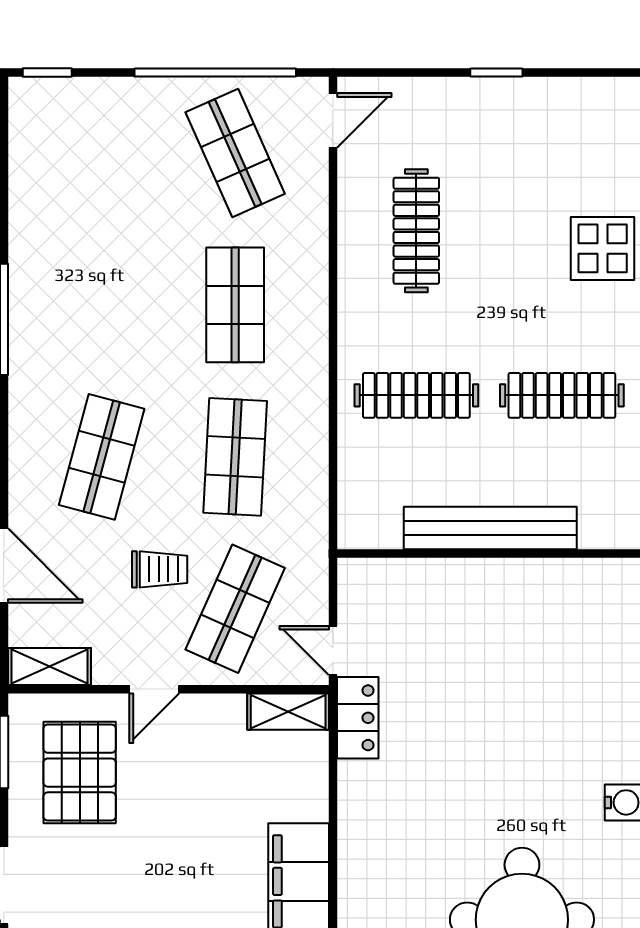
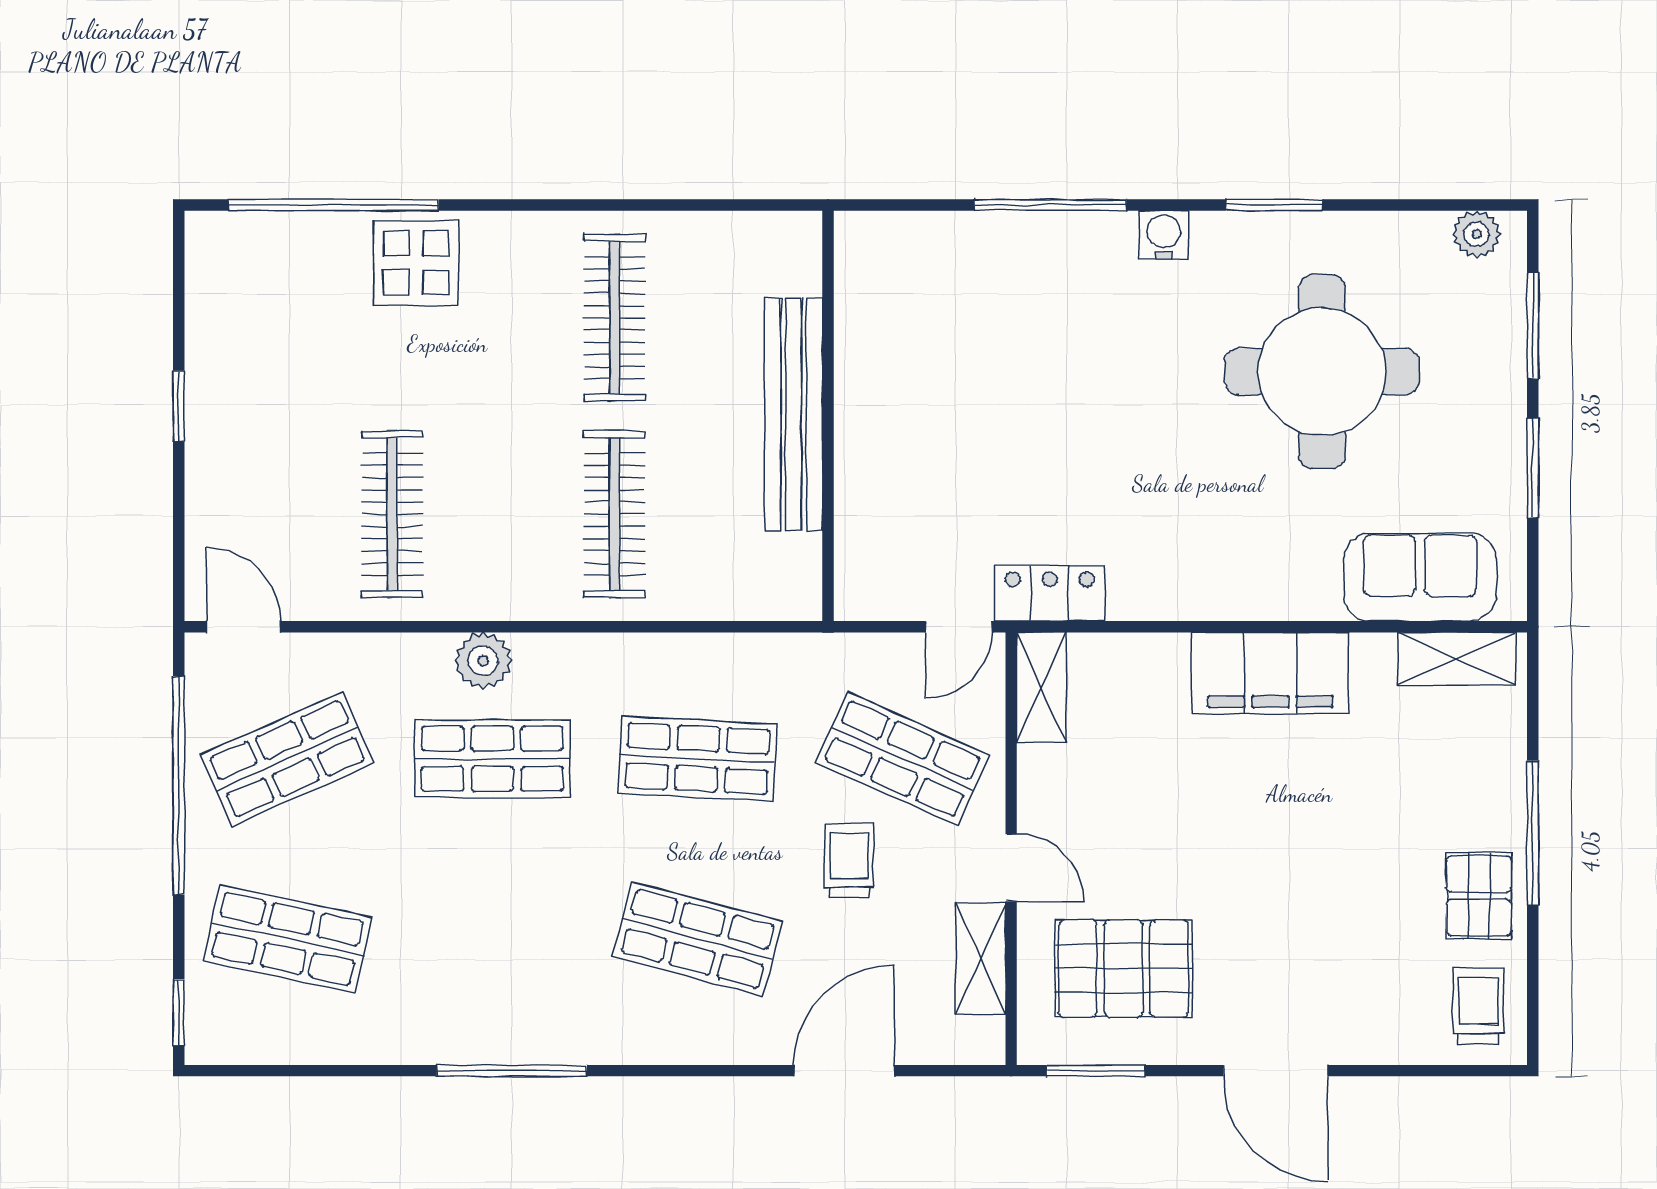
shop shelf: (102, 153) -> (287, 939), added
clothes rail: (416, 231) -> (392, 514), turned 90
plant: (308, 298) -> (483, 661), added
shelving: (49, 667) -> (980, 958), moved

